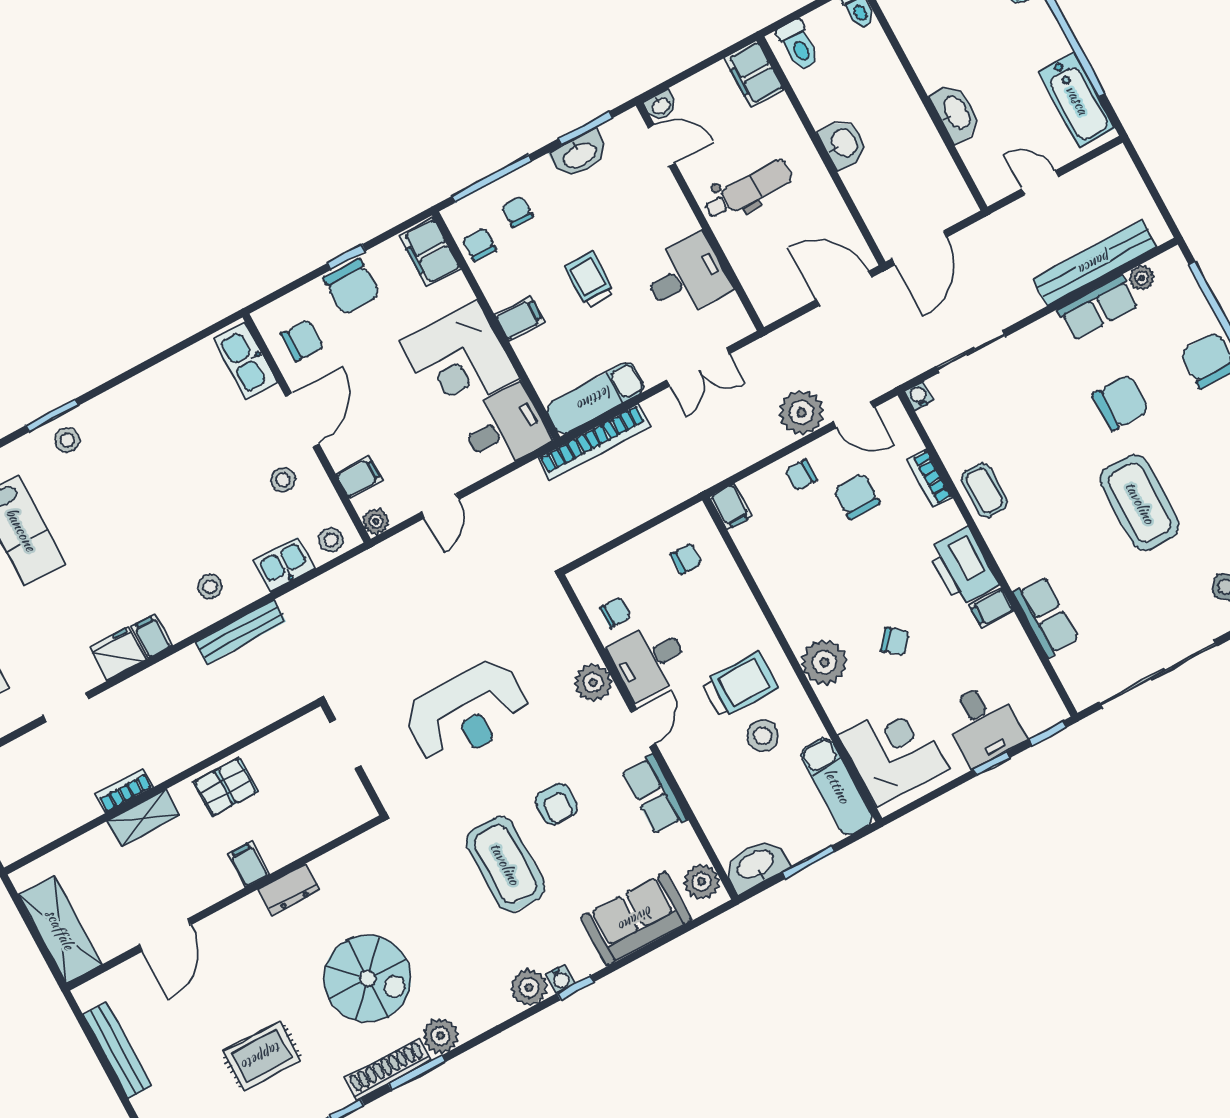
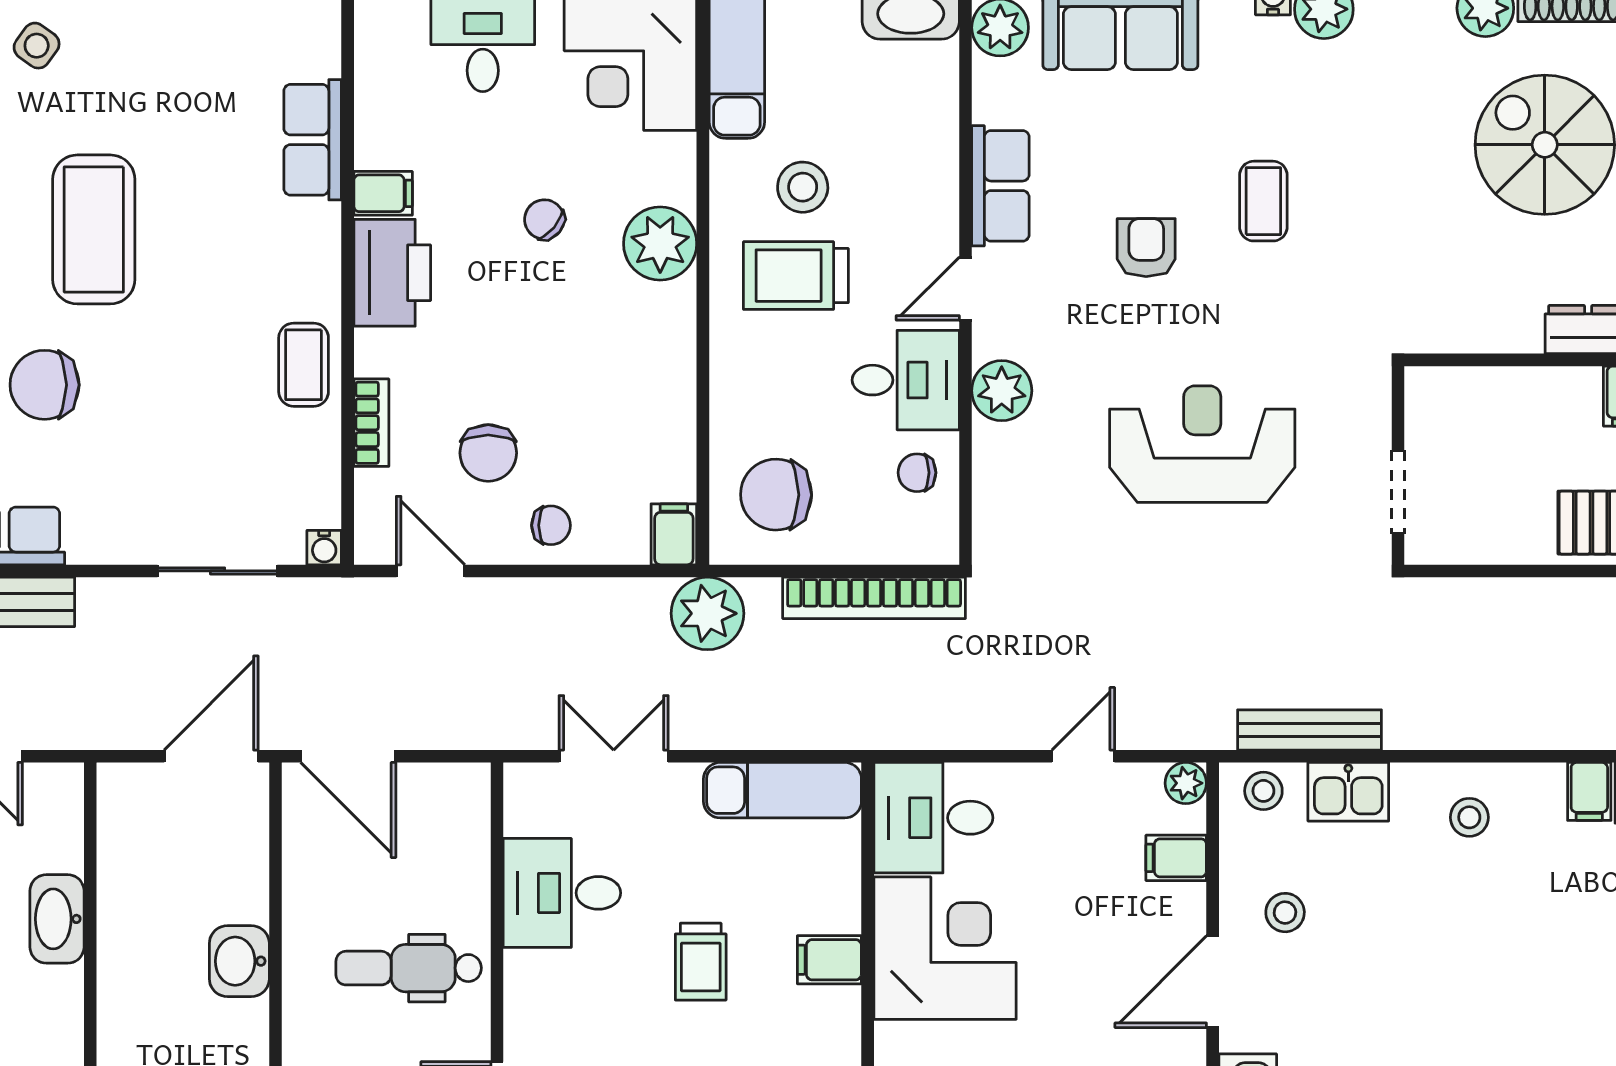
plant: (801, 413) -> (707, 613), moved
bookcase: (594, 442) -> (874, 598), moved, turned 180
chair: (686, 559) -> (776, 495), width x1.87, depth x1.87
bench: (241, 632) -> (1310, 730), moved
coffee table: (505, 864) -> (1263, 201), width x0.54, depth x0.58

